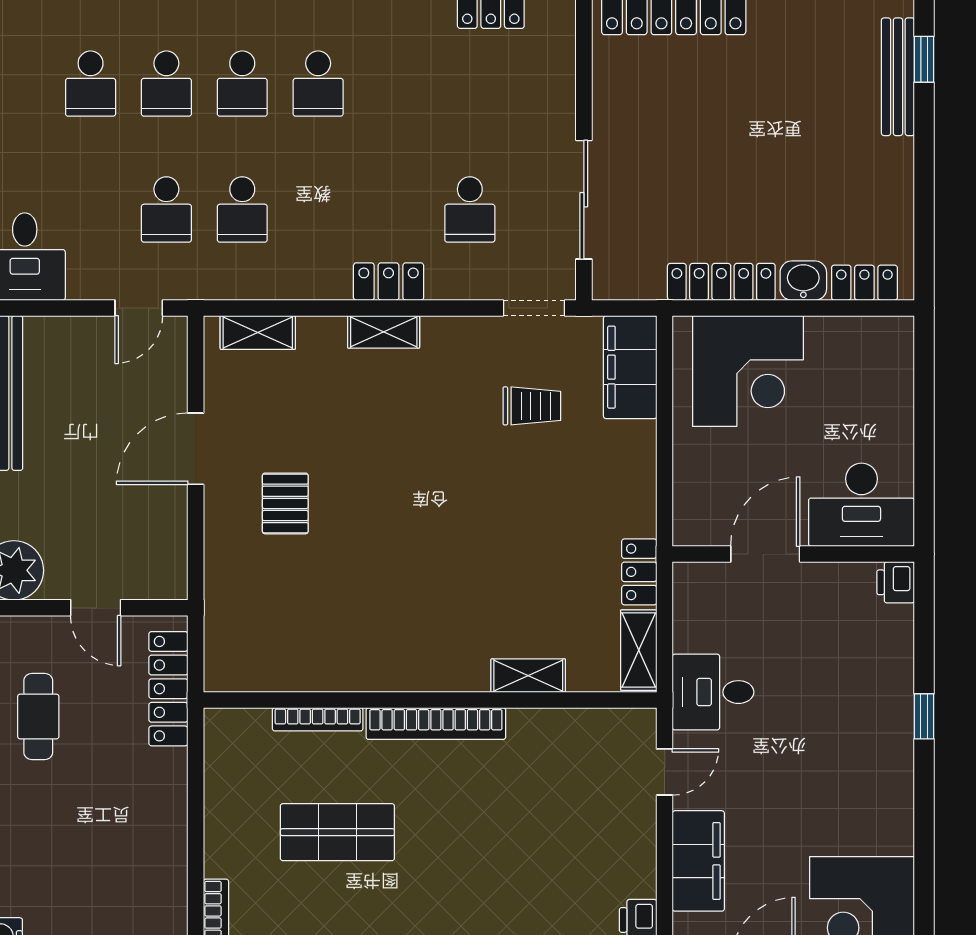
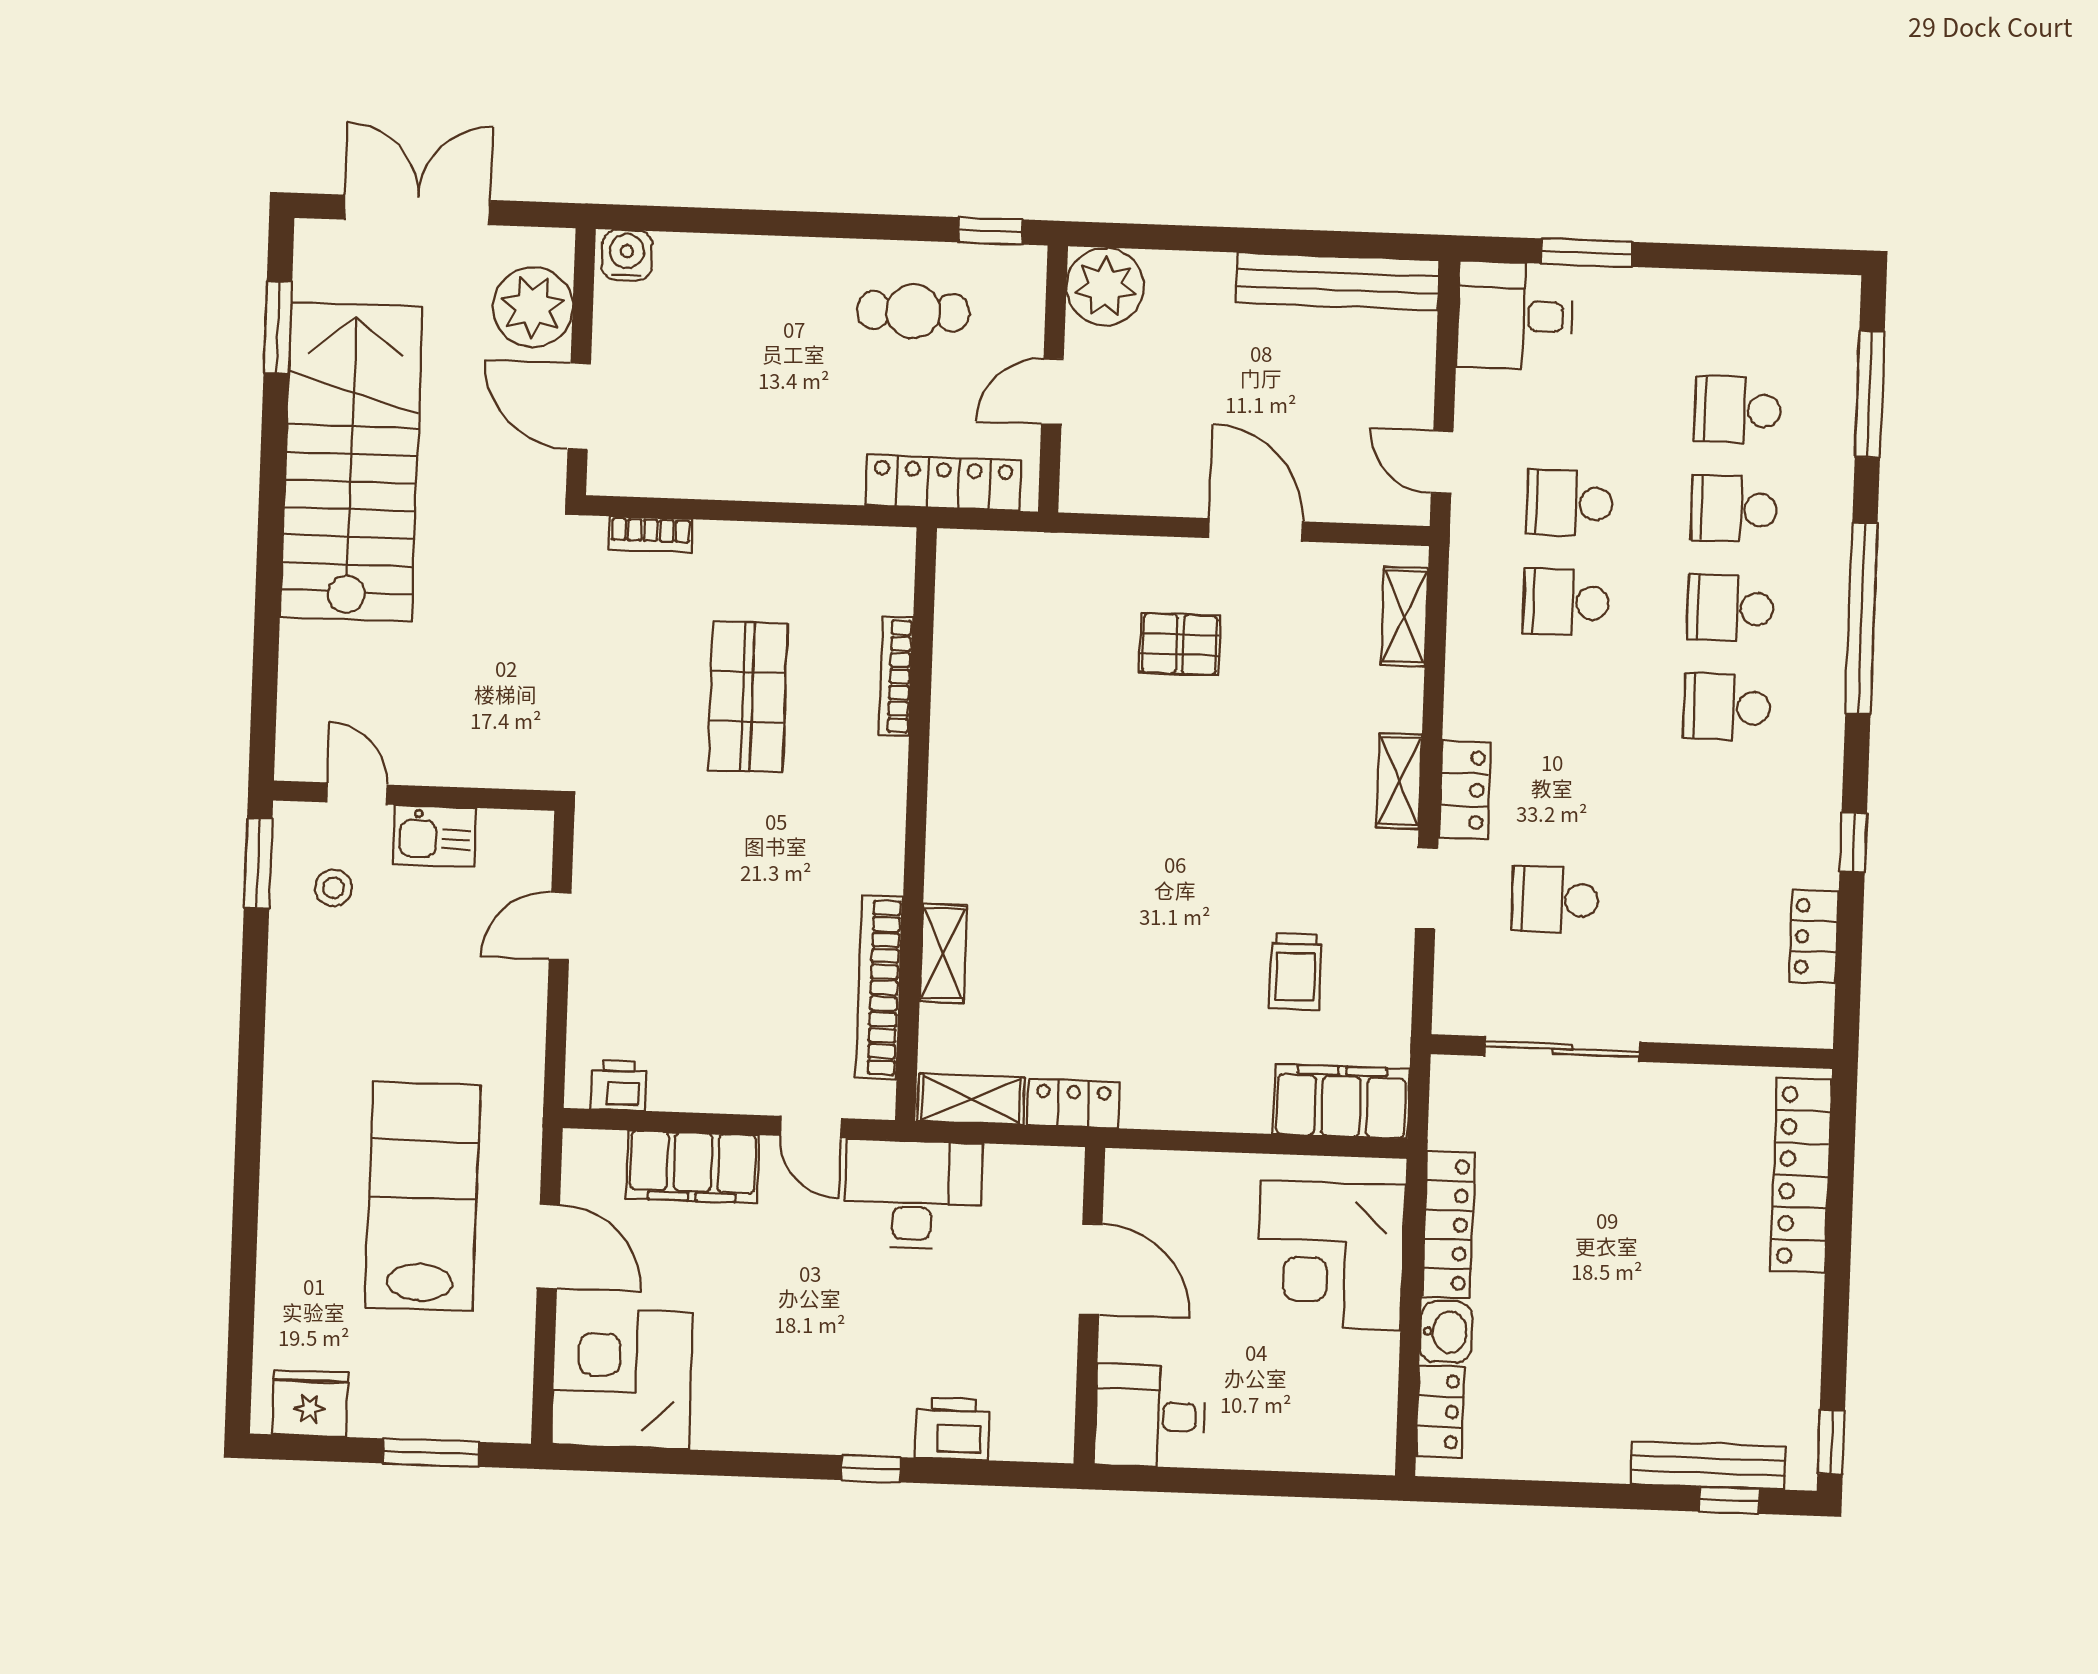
doorway: (534, 308) -> (1427, 888), moved
desk: (861, 505) -> (1150, 1416), width x0.73
printer: (896, 582) -> (953, 1429), moved, width x1.36, depth x1.24
desk: (713, 692) -> (913, 1194), width x1.37
bookcase: (436, 724) -> (879, 987), moved

